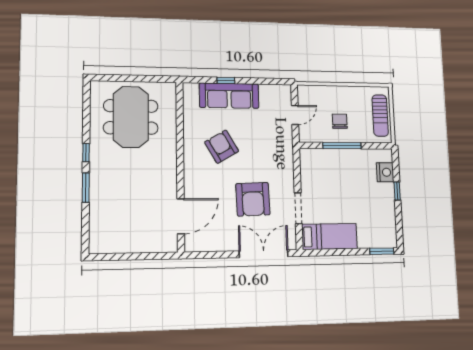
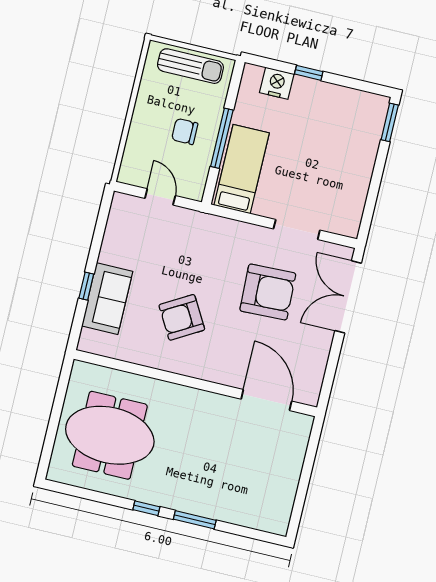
sofa: (229, 96) -> (107, 299), width x0.73
bed: (329, 237) -> (242, 169), moved

